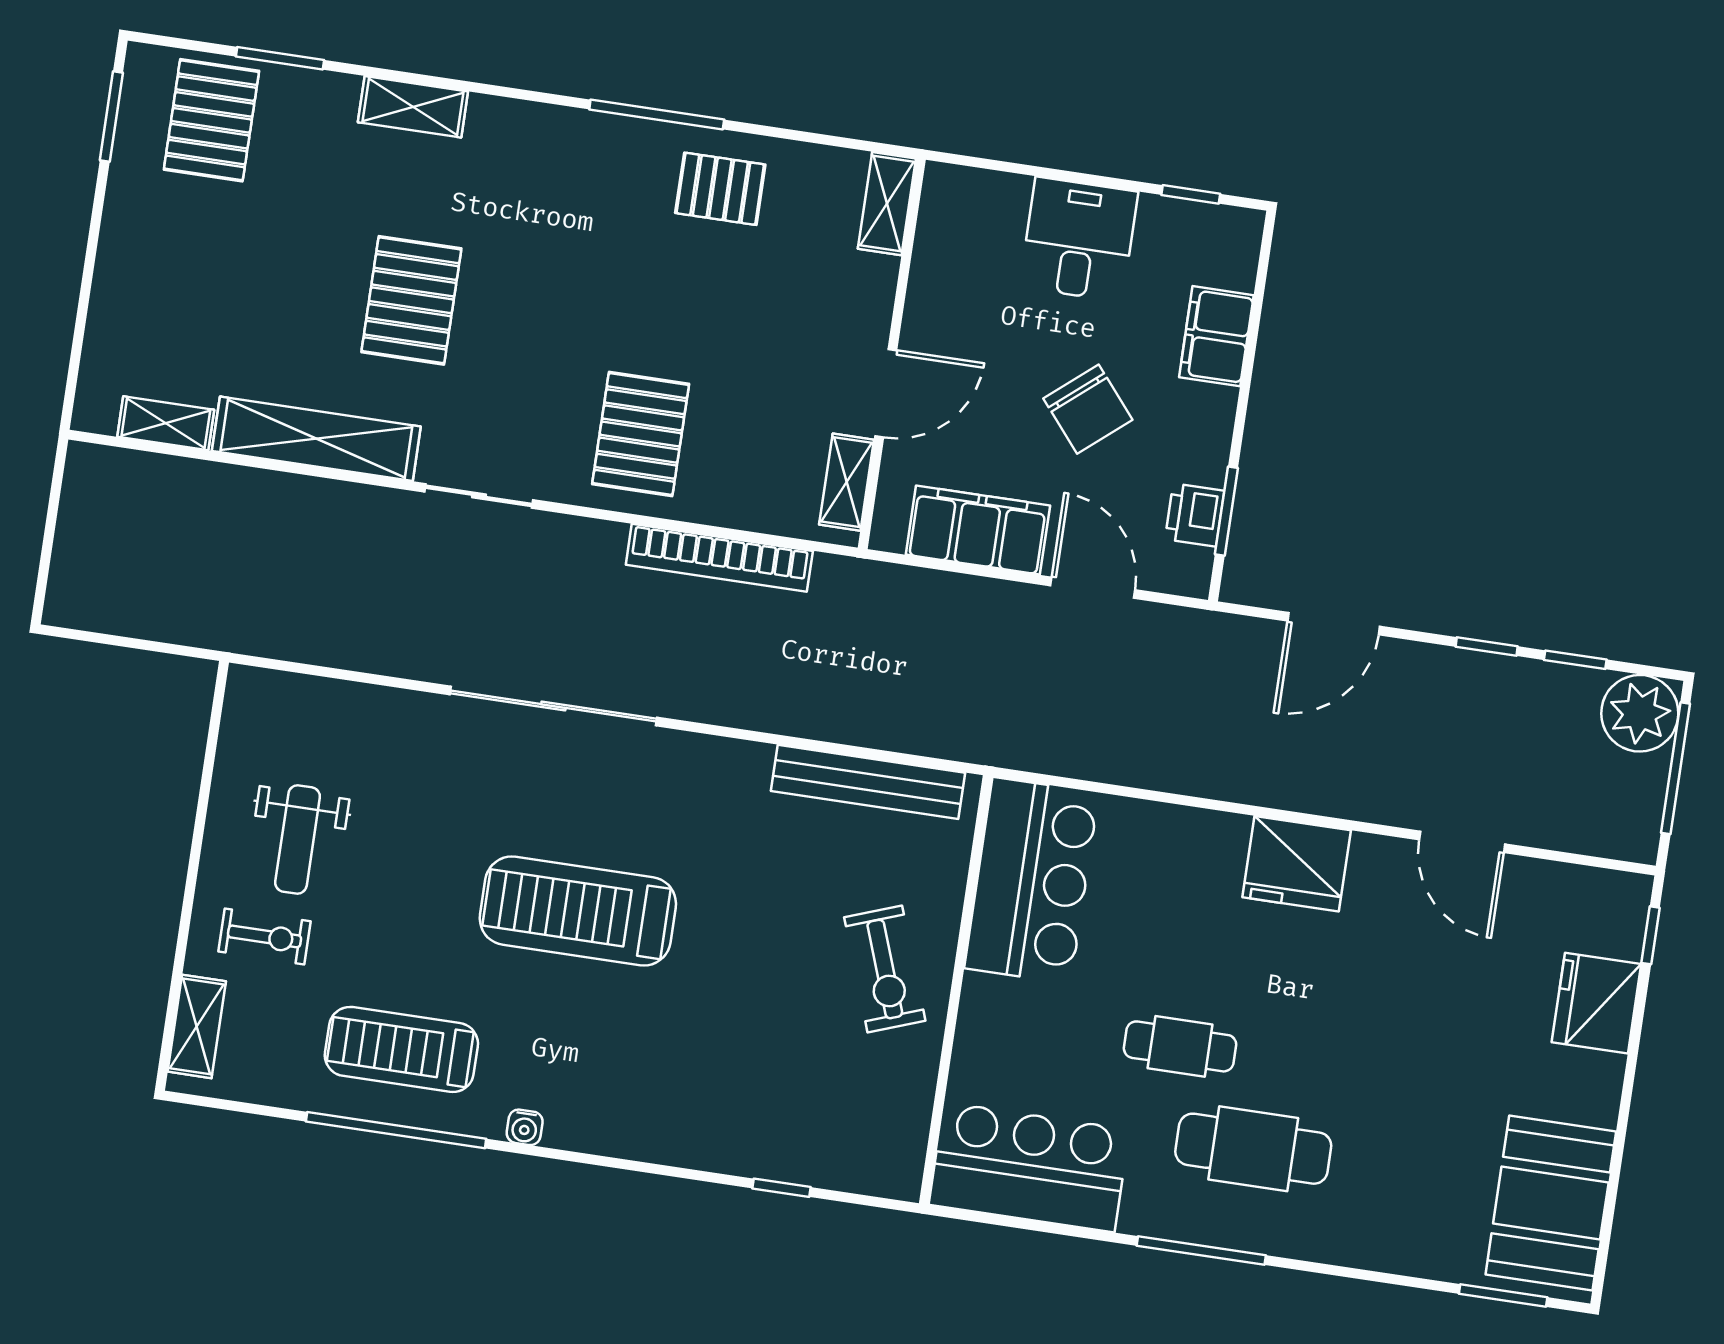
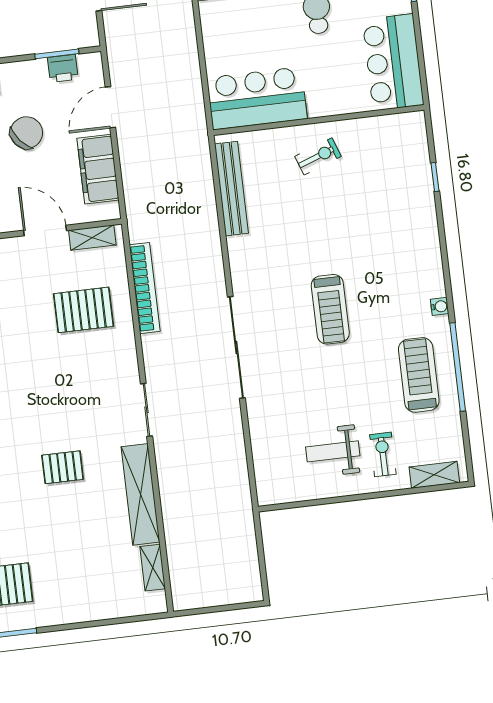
pallet: (411, 300) -> (63, 467), width x0.67, depth x0.71
pallet: (641, 434) -> (84, 310), moved
weight bench: (298, 840) -> (333, 451), turned 180
treadmill: (578, 911) -> (330, 309), width x0.73, depth x0.73
exercise bike: (885, 969) -> (318, 156), width x0.73, depth x0.72
treadmill: (401, 1049) -> (419, 375), turned 180

